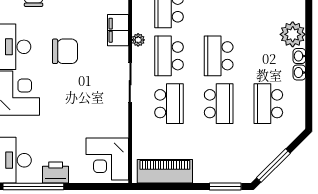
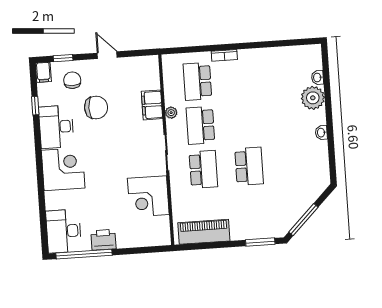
chair: (65, 51) -> (96, 107), moved
school desk: (219, 56) -> (246, 122), removed
washbasin: (299, 56) -> (318, 77), moved
school desk: (268, 104) -> (295, 163), removed
corner desk: (107, 159) -> (148, 196), moved

